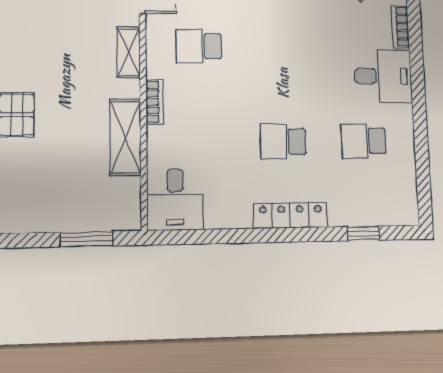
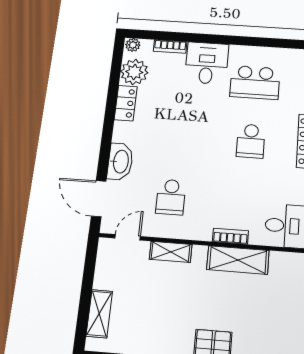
bookcase: (155, 102) -> (230, 236), moved
school desk: (364, 141) -> (255, 82), width x1.85

